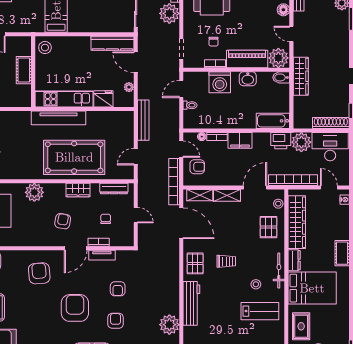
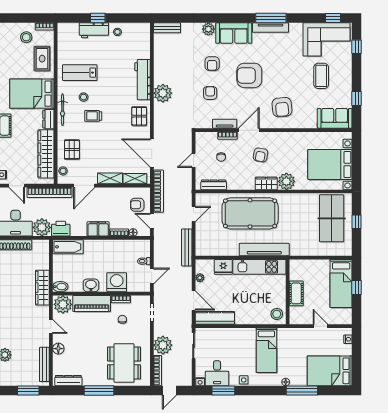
wardrobe: (78, 190) -> (266, 183), moved
door: (136, 215) -> (194, 160), hinge flipped
trolley: (226, 261) -> (93, 116), moved
armchair: (75, 308) -> (249, 75), turned 90
plant: (169, 325) -> (163, 93), moved

